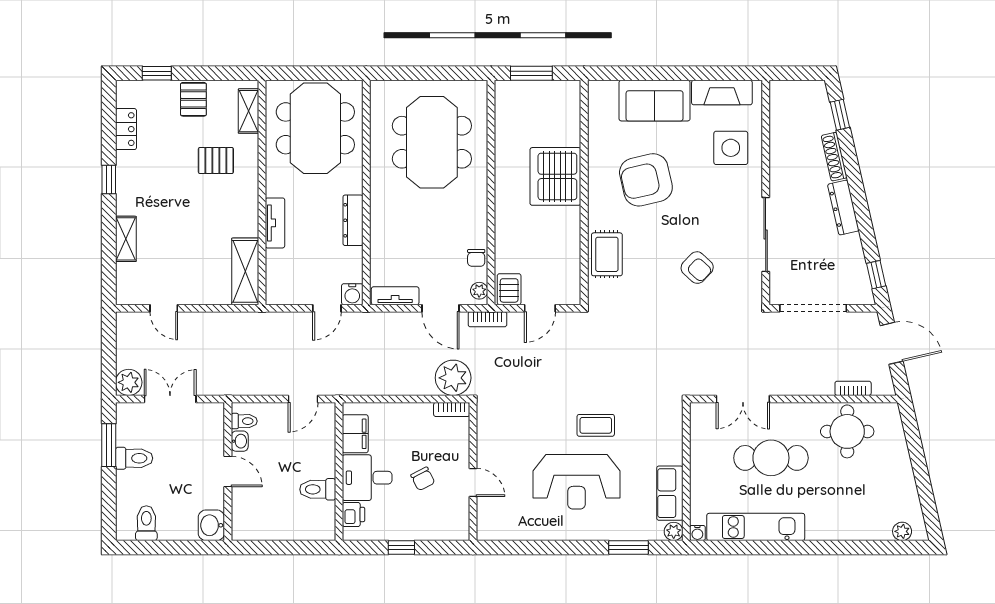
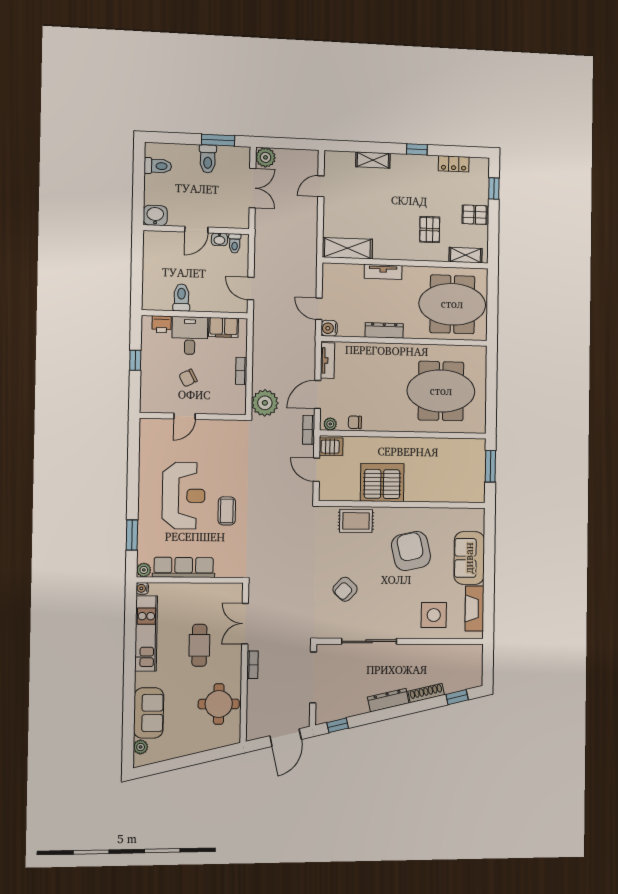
server rack: (555, 176) -> (382, 482), moved
bookcase: (853, 388) -> (252, 665), moved
bookcase: (452, 409) -> (241, 371), moved
cafe table: (771, 458) -> (199, 645), width x0.73, depth x0.74
reception desk: (577, 482) -> (184, 496), turned 180
row of seats: (670, 493) -> (184, 567), width x1.48
sofa: (858, 522) -> (149, 713), added

